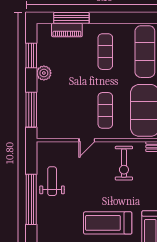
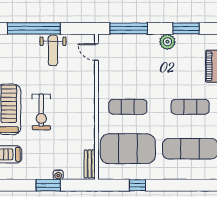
door: (87, 140) -> (96, 52), moved
exercise bike: (124, 163) -> (41, 112), moved, turned -90
weight bench: (52, 181) -> (53, 50), turned 90

